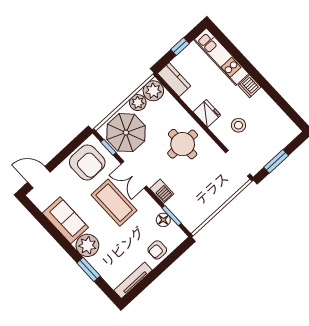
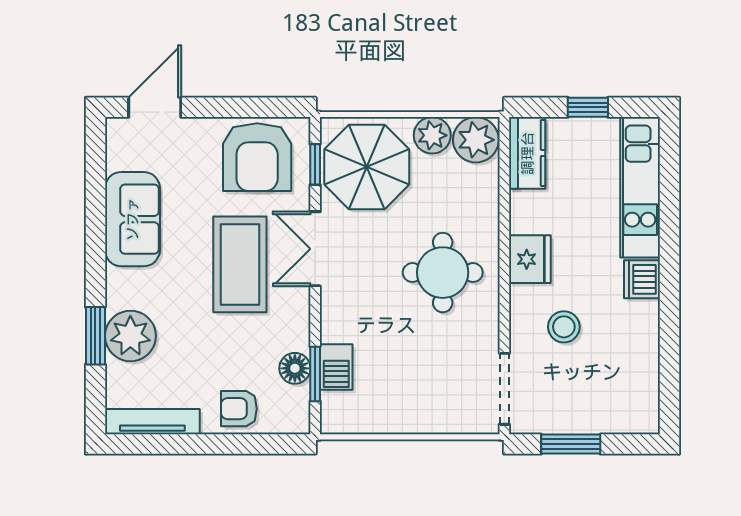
door: (39, 177) -> (155, 107), hinge flipped
barbecue: (162, 191) -> (336, 367), moved
plant: (87, 245) -> (130, 336), moved

